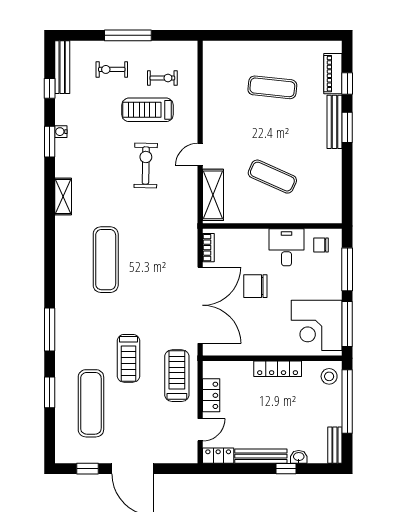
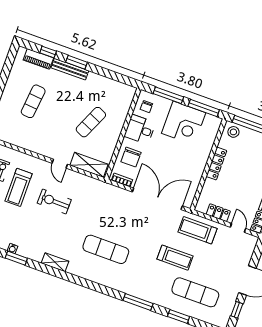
chair: (255, 286) -> (131, 157), moved
corner desk: (317, 325) -> (184, 123), moved

